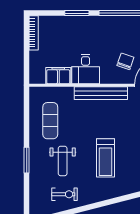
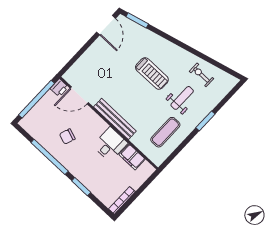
chair: (125, 61) -> (67, 136), moved
treadmill: (106, 158) -> (152, 73), turned 90

